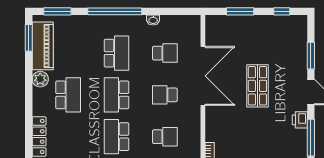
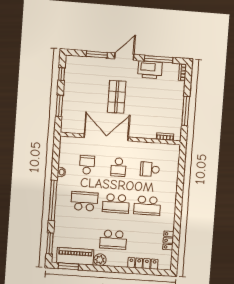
shop shelf: (257, 86) -> (117, 97), turned 90
school desk: (68, 95) -> (113, 240), turned 180
printer: (300, 120) -> (150, 70), width x1.87, depth x1.48
school desk: (165, 137) -> (150, 169), turned -90

